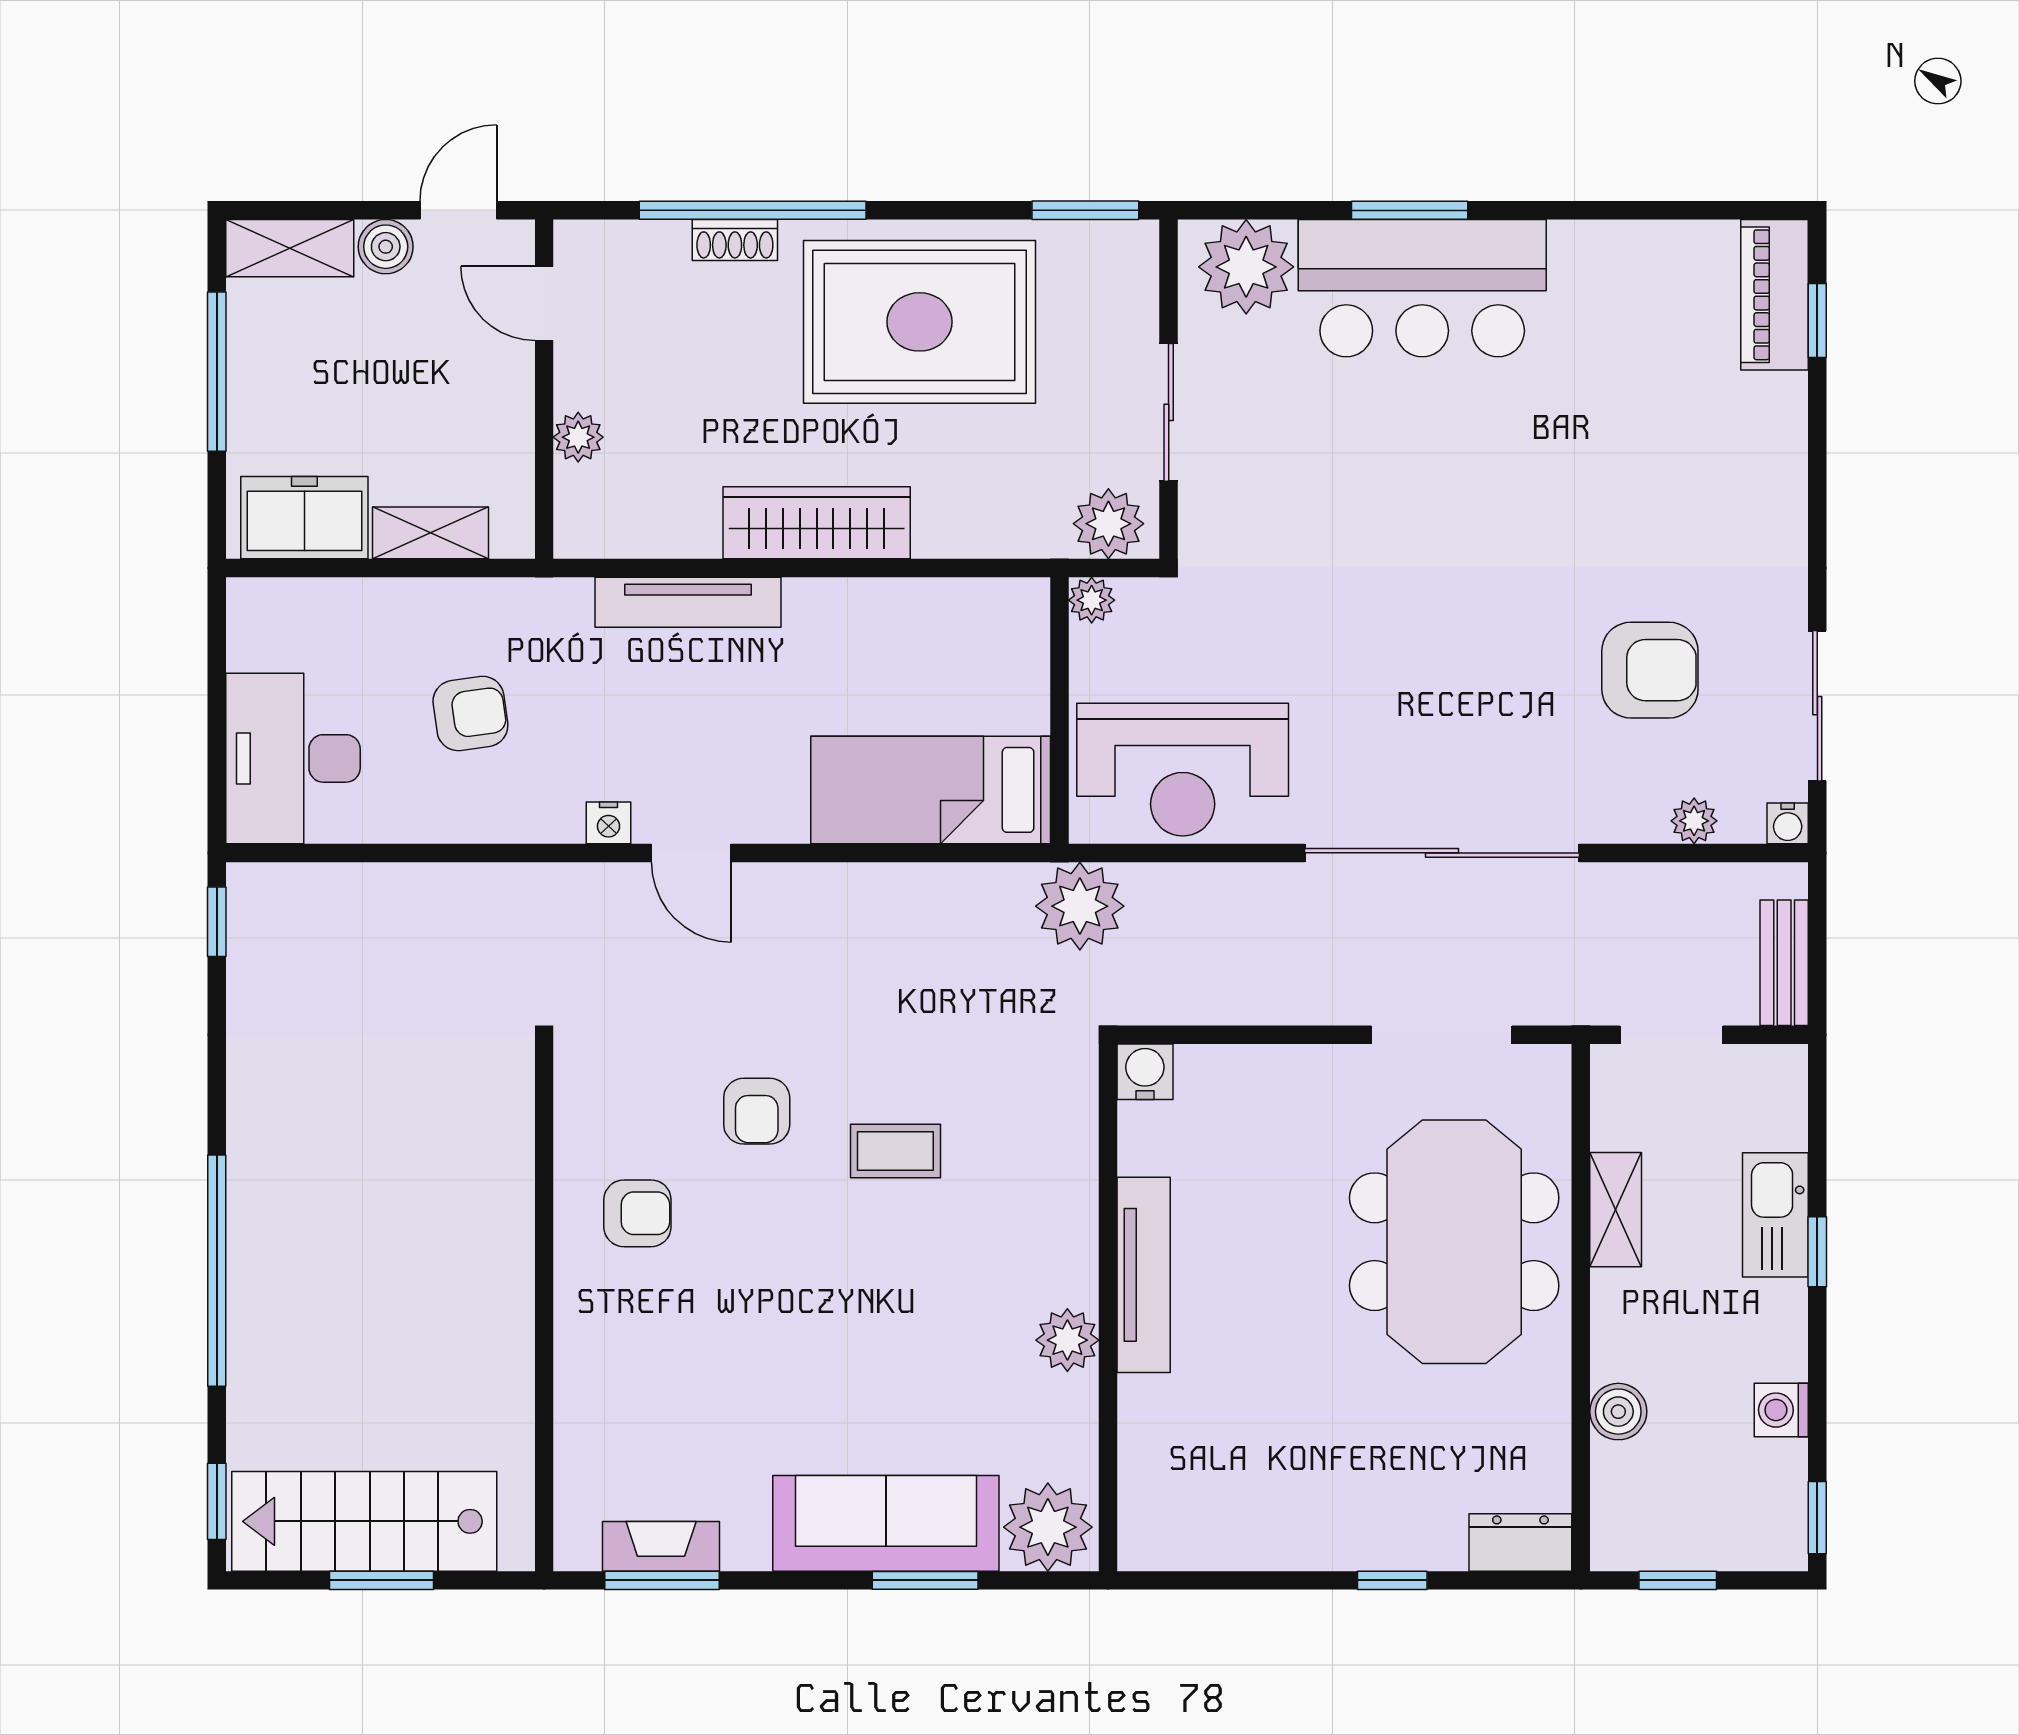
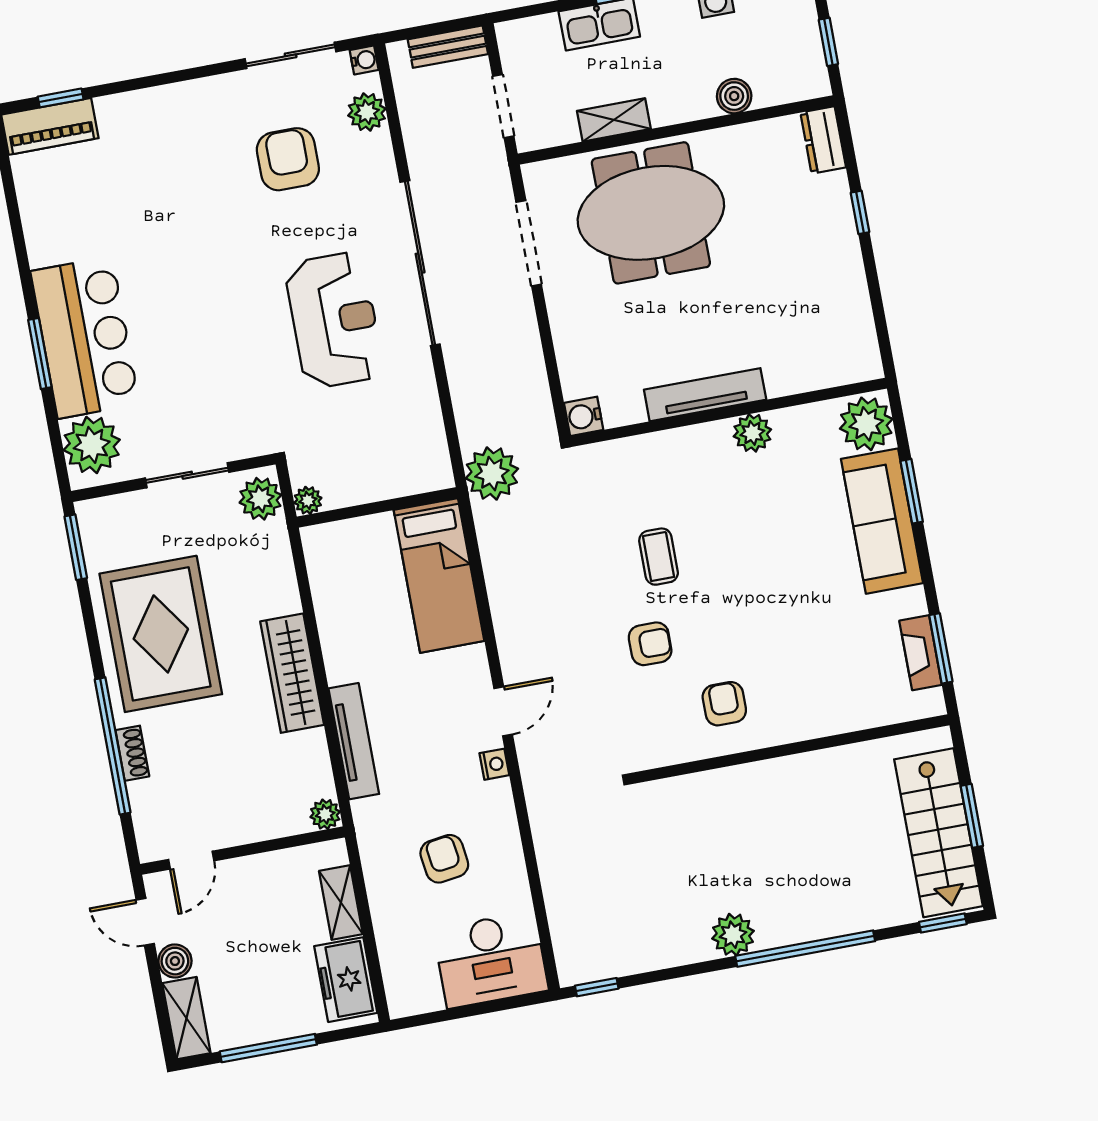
plant: (578, 437) -> (325, 814), moved
reception desk: (1183, 770) -> (334, 320), moved
plant: (1694, 821) -> (367, 112), width x1.38, depth x1.38
plant: (261, 1158) -> (733, 935), added

